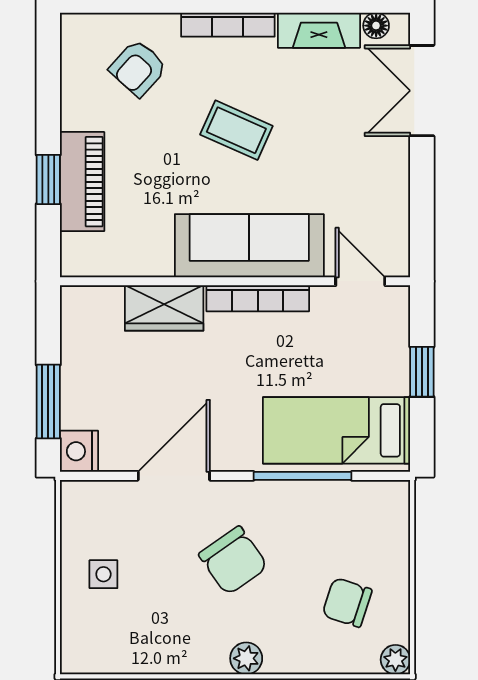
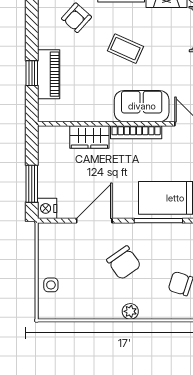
sofa: (249, 246) -> (142, 106), width x0.73
side table: (103, 574) -> (51, 285), moved

